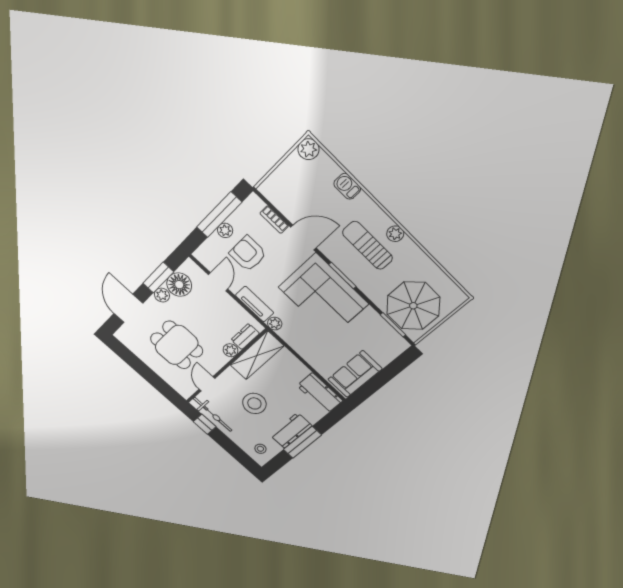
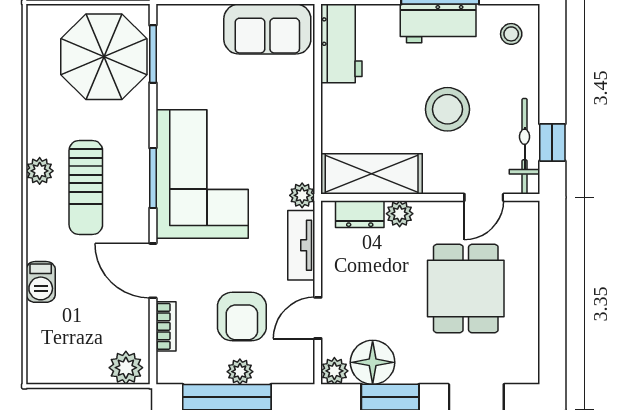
plant: (308, 149) -> (126, 368), moved
plant: (162, 295) -> (334, 371), moved

